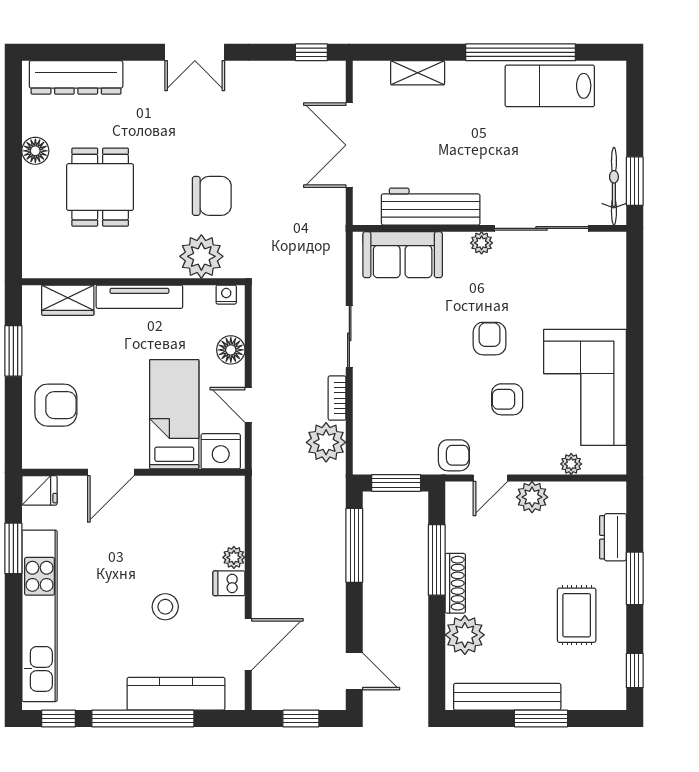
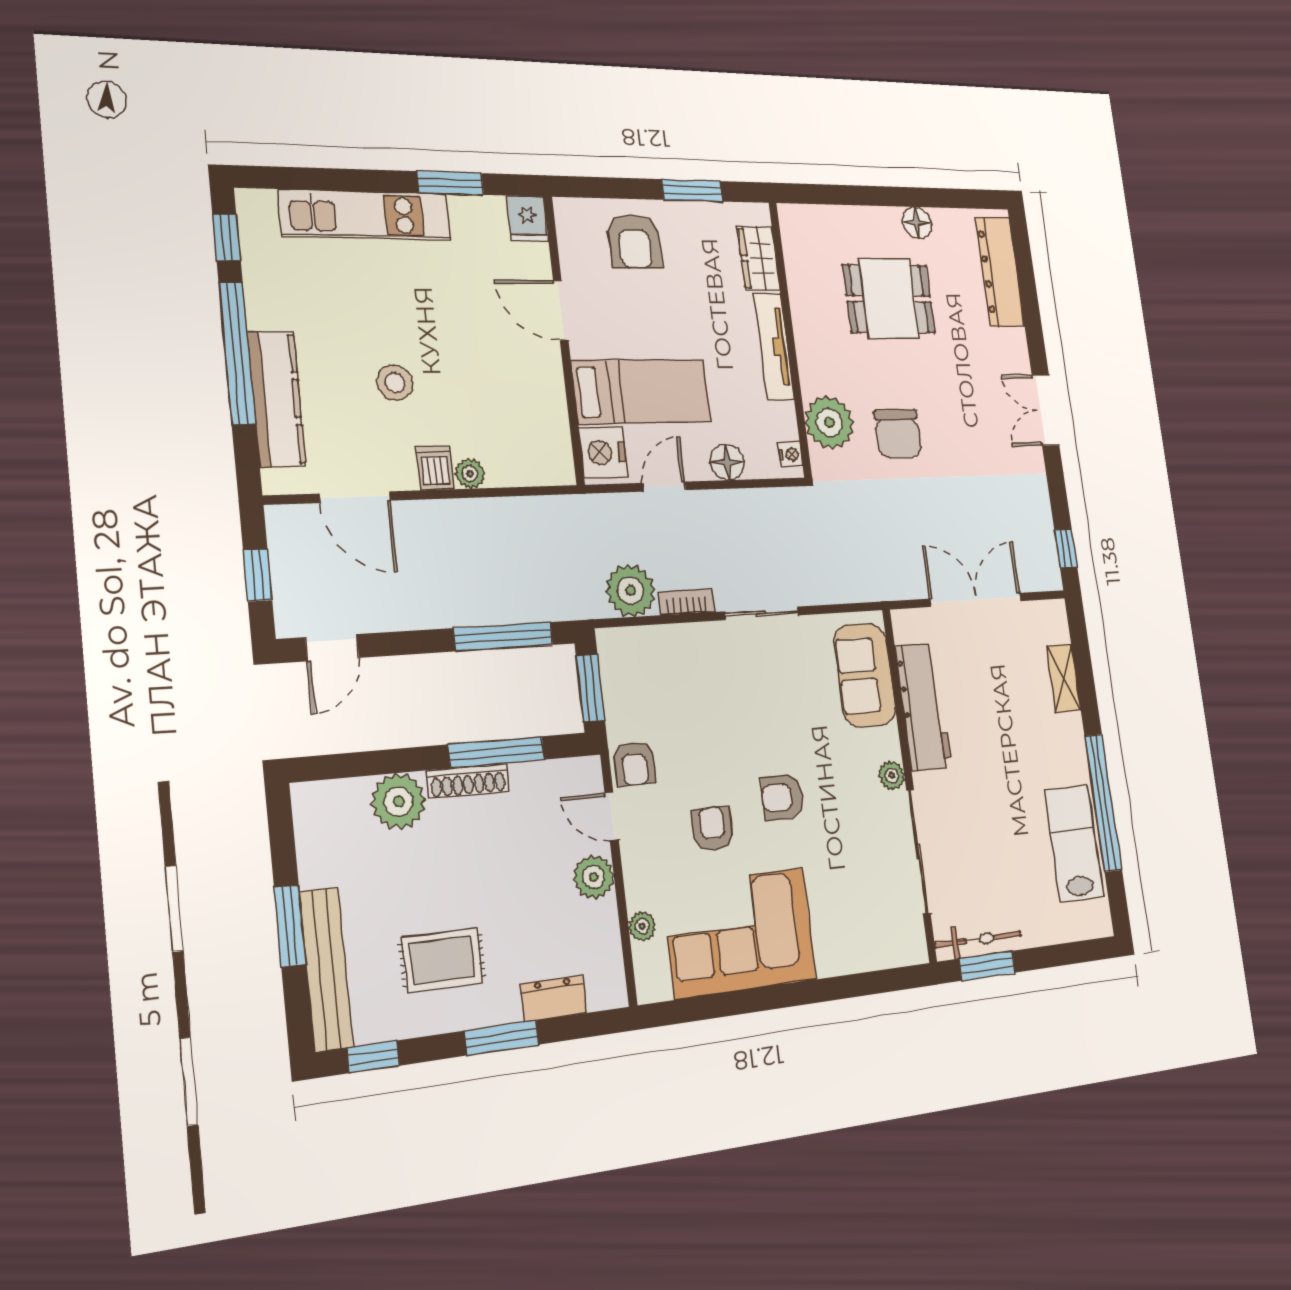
armchair: (490, 339) -> (783, 797), turned 180
kitchen unit: (40, 616) -> (365, 215), width x0.73
bench: (507, 697) -> (326, 969), moved

